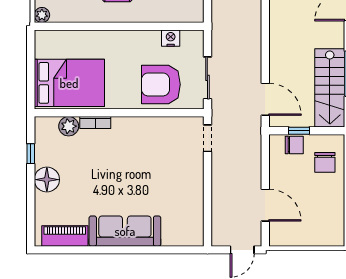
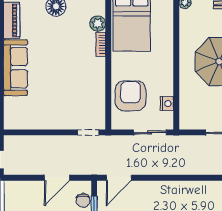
sliding door: (207, 78) -> (150, 132), moved
door: (265, 205) -> (57, 178), moved

